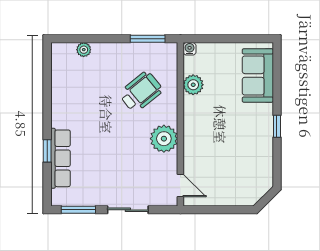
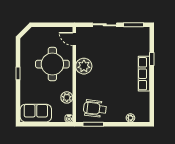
sofa: (258, 75) -> (36, 113), moved, turned -90
wheelchair: (141, 92) -> (95, 109), moved, turned 46
round table: (218, 142) -> (52, 64), added
row of seats: (61, 158) -> (144, 74), moved

